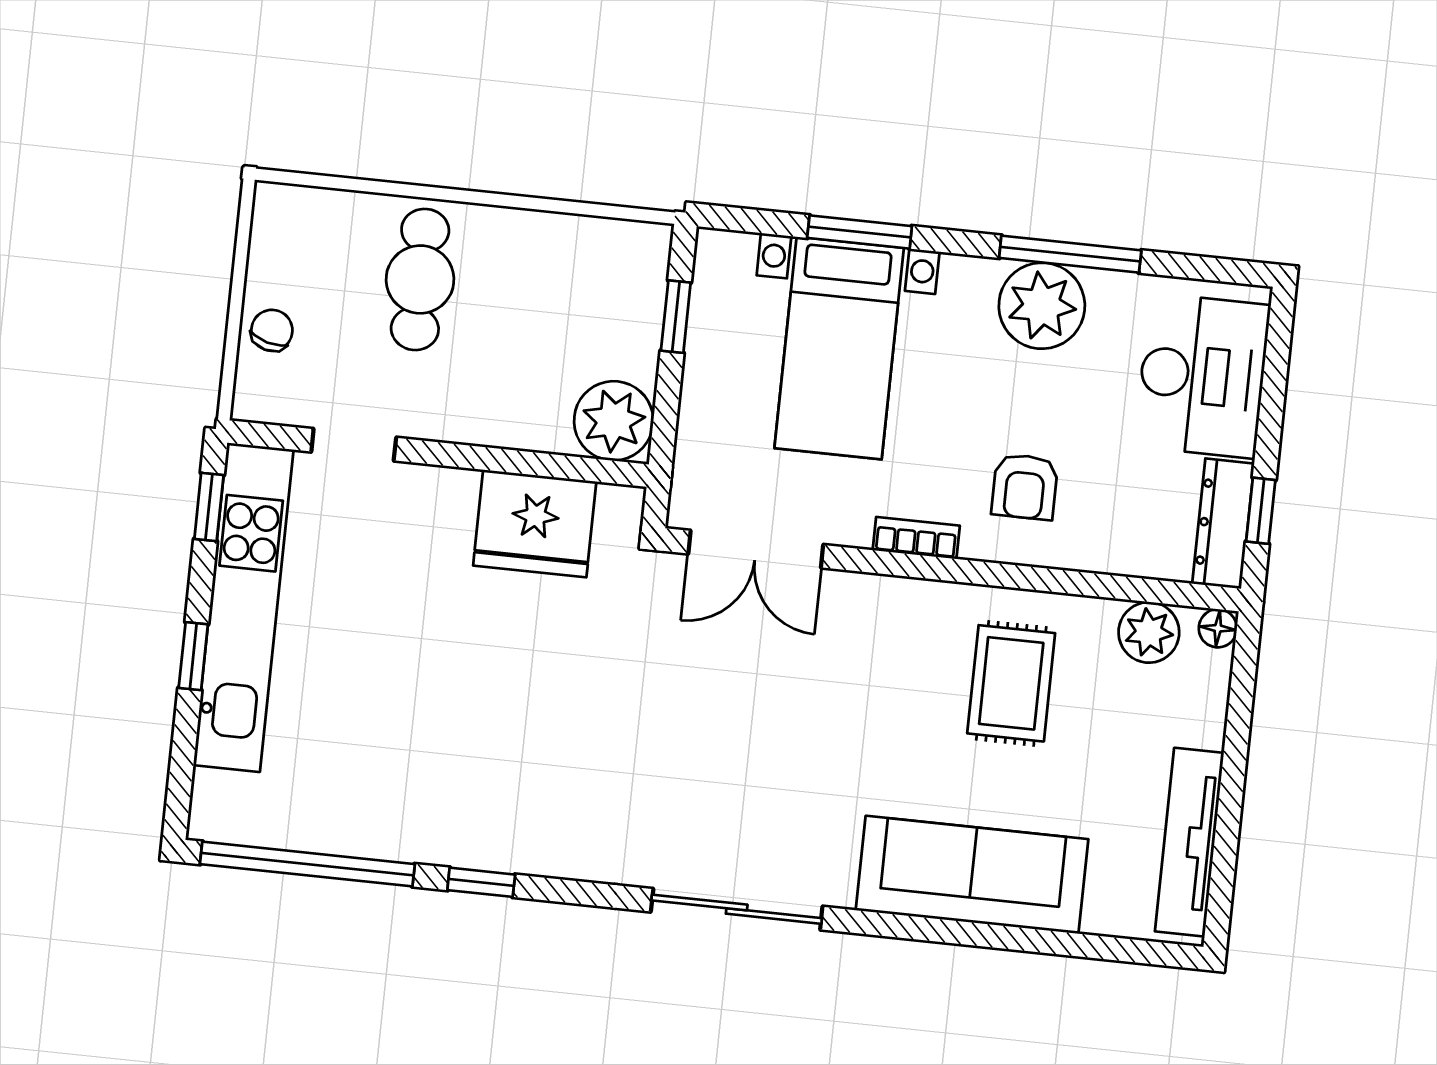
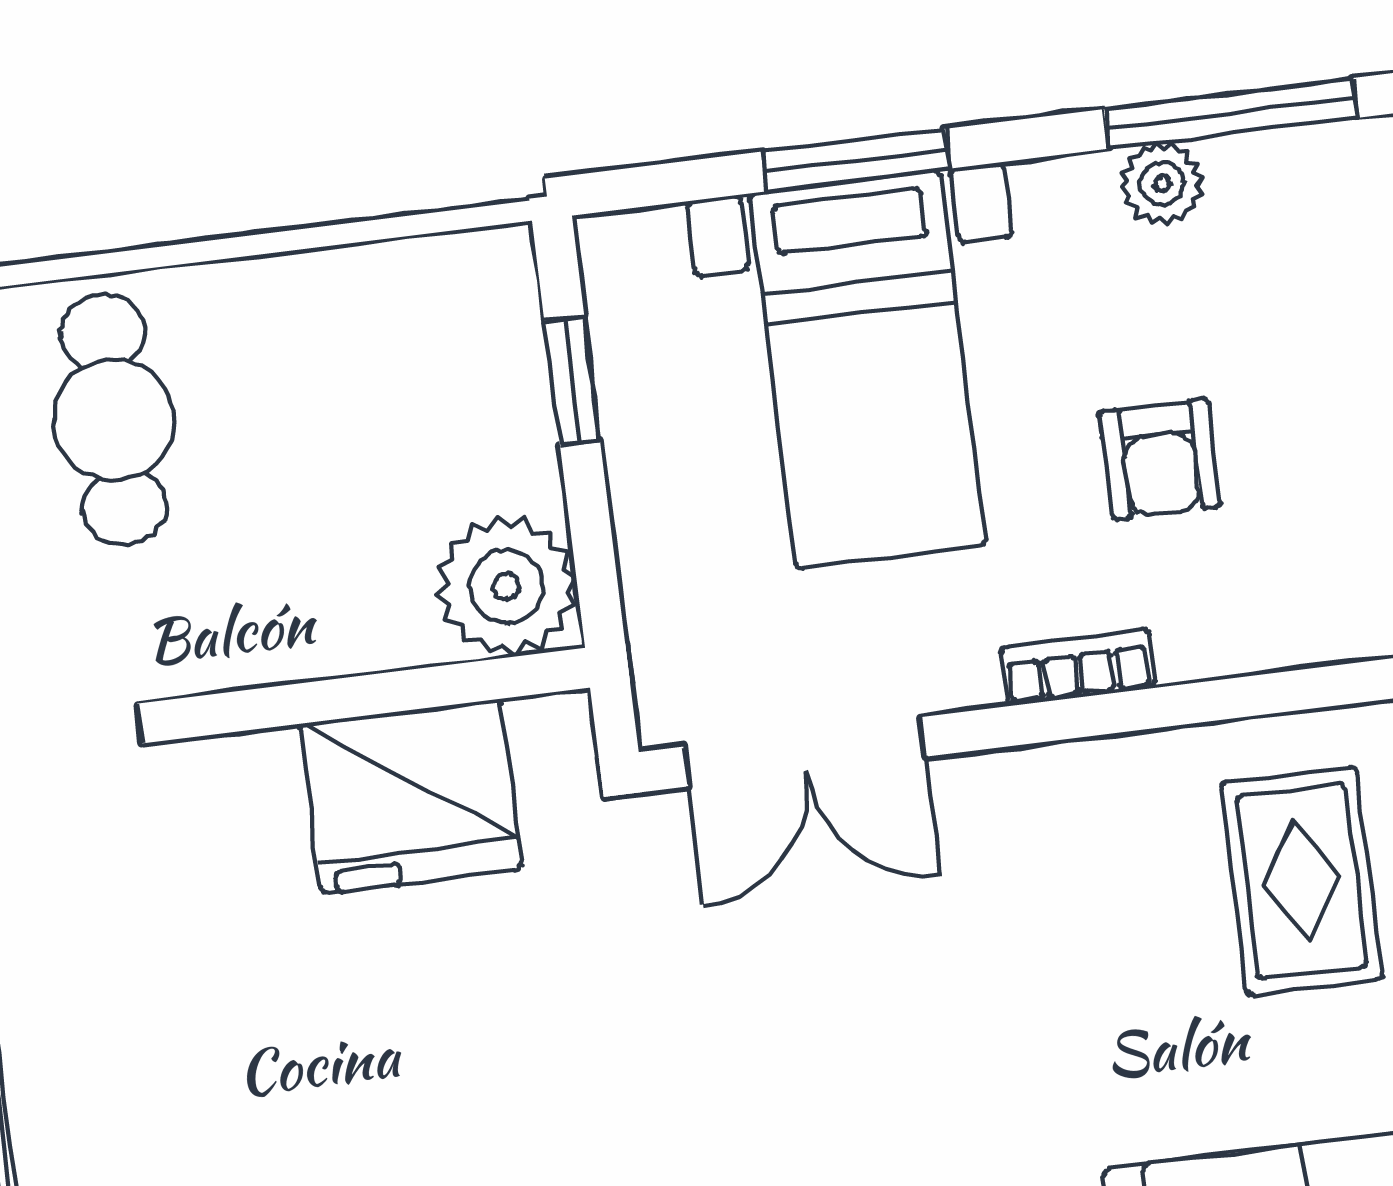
plant: (1042, 306) -> (1162, 183), width x0.53, depth x0.53
armchair: (1025, 487) -> (1160, 459), moved

